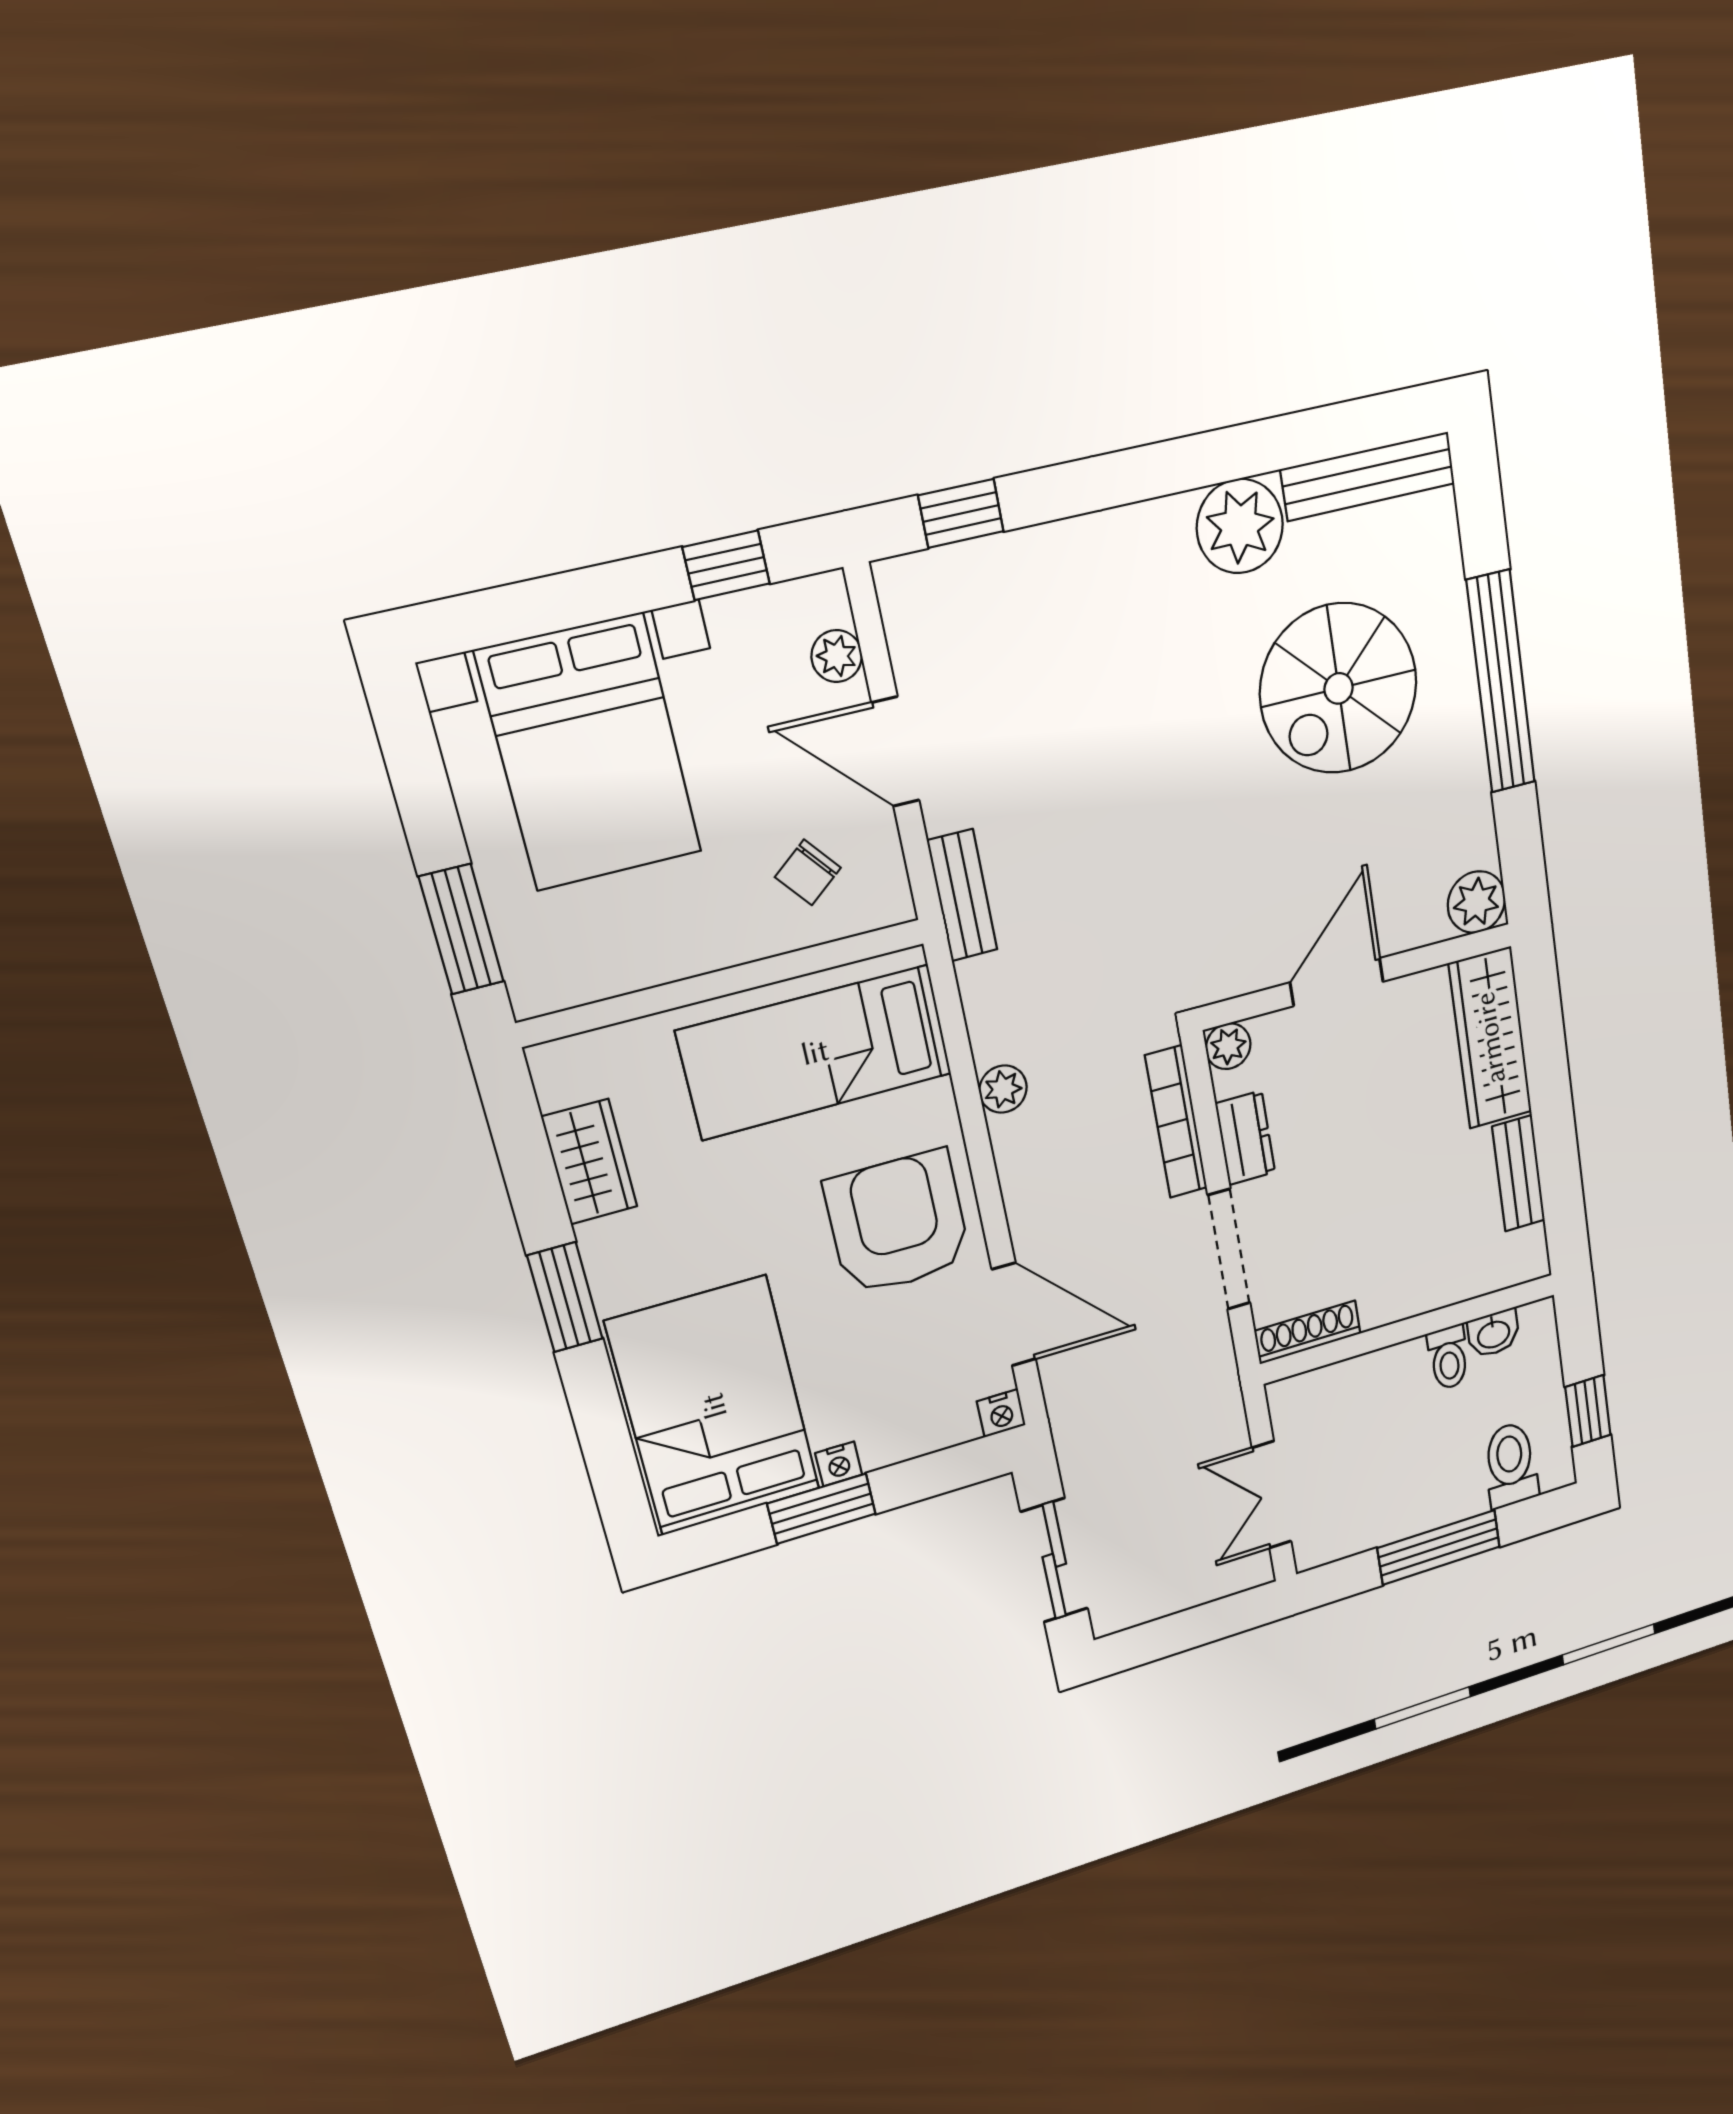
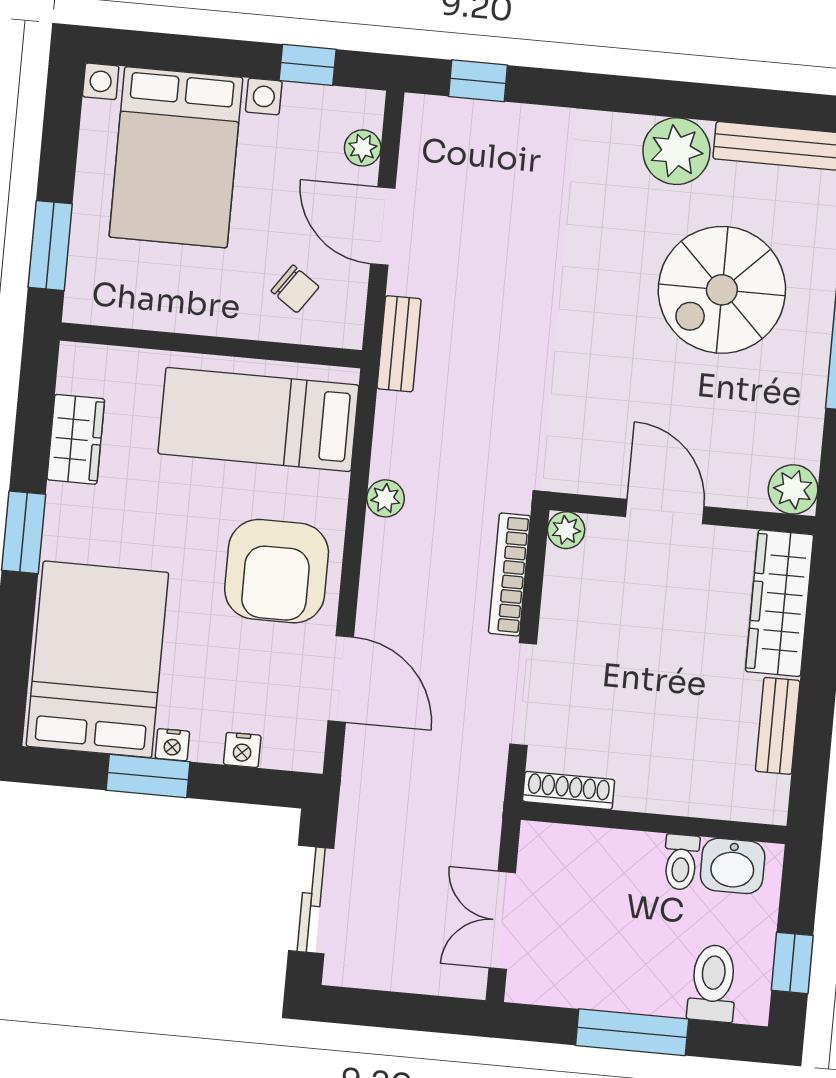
chair: (808, 872) -> (295, 289), turned -106
door: (1337, 982) -> (665, 512), hinge flipped
dresser: (1245, 1138) -> (560, 608), removed
armchair: (898, 1223) -> (277, 571), turned 180
washbasin: (1493, 1333) -> (733, 866), width x1.38, depth x1.45
nightstand: (1001, 1413) -> (242, 750), moved

